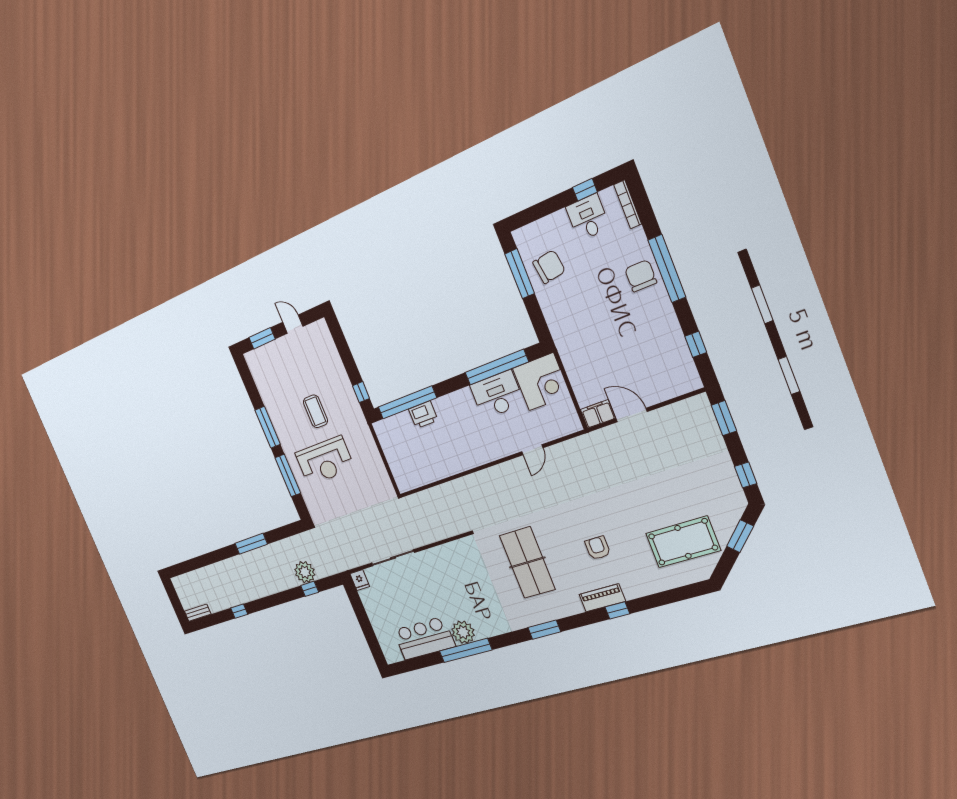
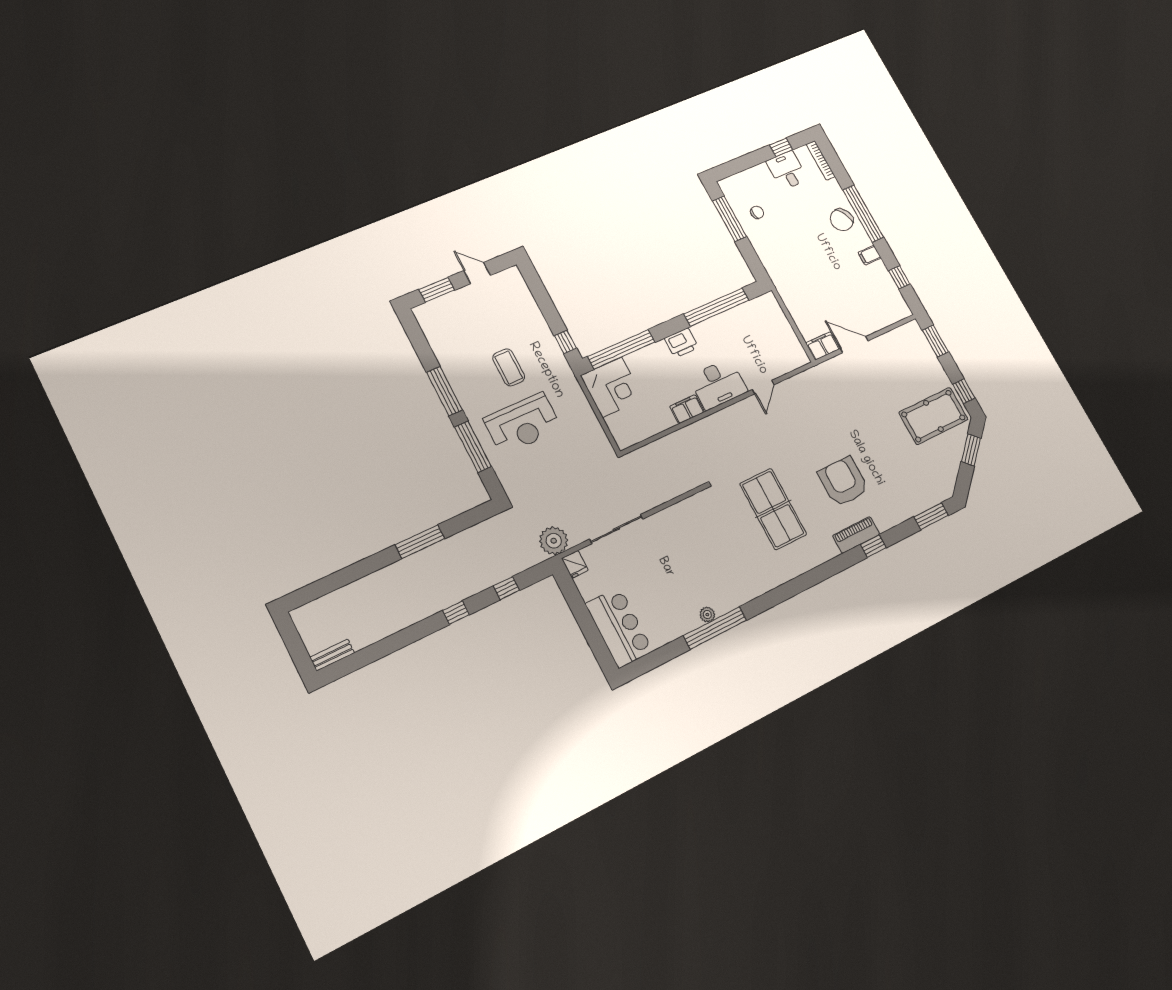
chair: (549, 267) -> (757, 212), width x0.54, depth x0.54
chair: (641, 276) -> (842, 220), turned -118
filing cabinet: (666, 318) -> (870, 255), added
corner desk: (541, 382) -> (612, 387), moved
desk: (497, 395) -> (718, 384), moved, turned 180
printer: (423, 415) -> (681, 343), moved
filing cabinet: (460, 463) -> (687, 409), added
pool table: (683, 542) -> (933, 416), moved
armchair: (598, 548) -> (843, 482), width x1.88, depth x1.88
plant: (305, 572) -> (554, 541), moved
window: (239, 611) -> (456, 613), moved
window: (544, 630) -> (931, 516), moved
plant: (463, 632) -> (707, 615), width x0.53, depth x0.53
bar counter: (424, 638) -> (619, 627), moved, turned 90

